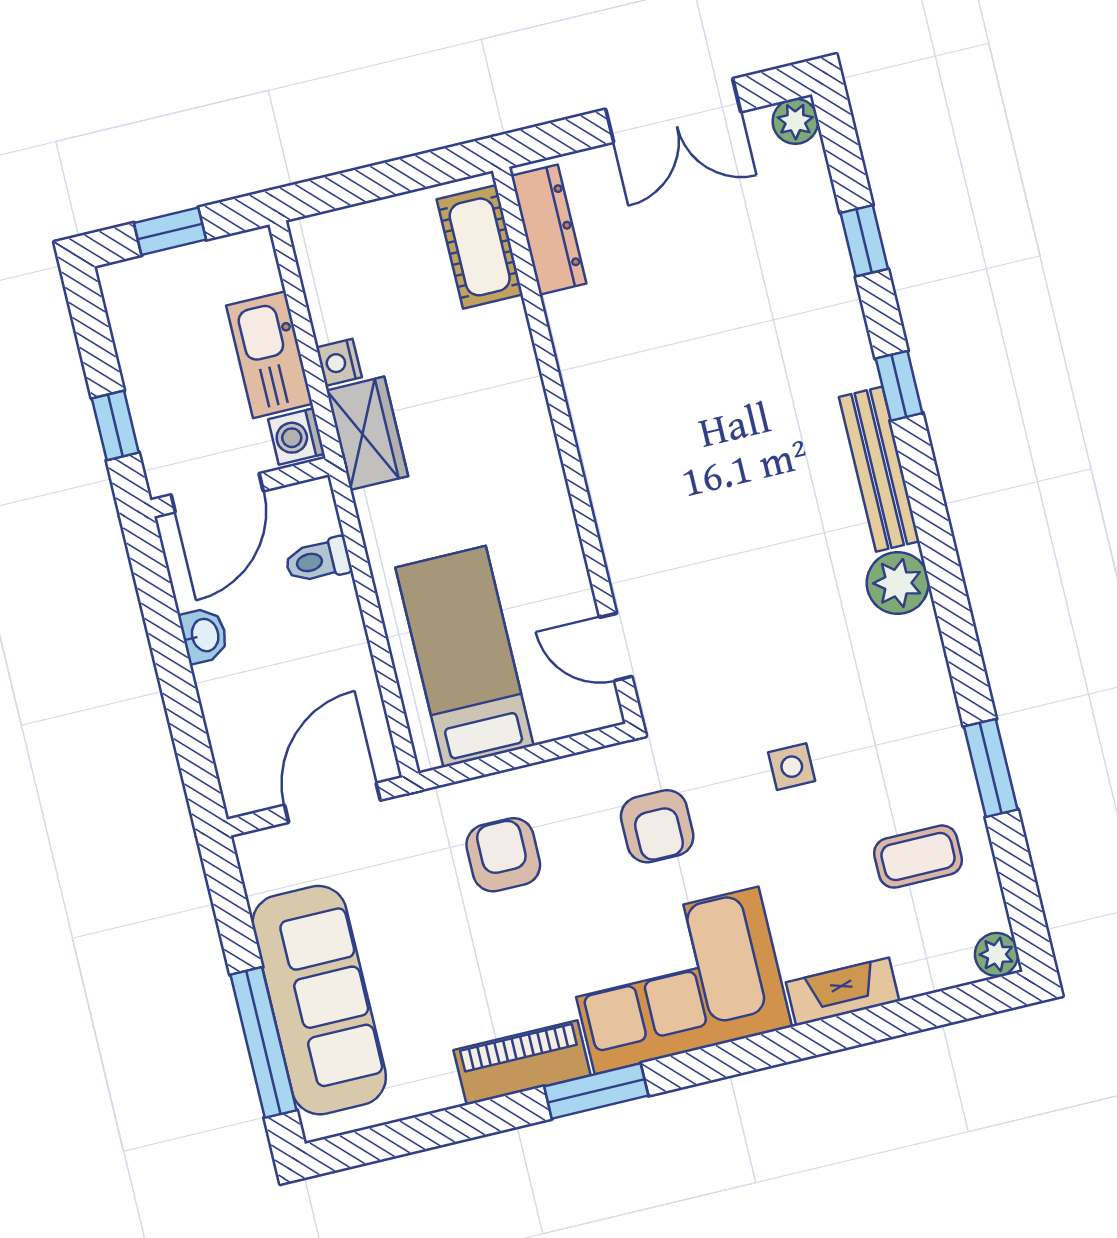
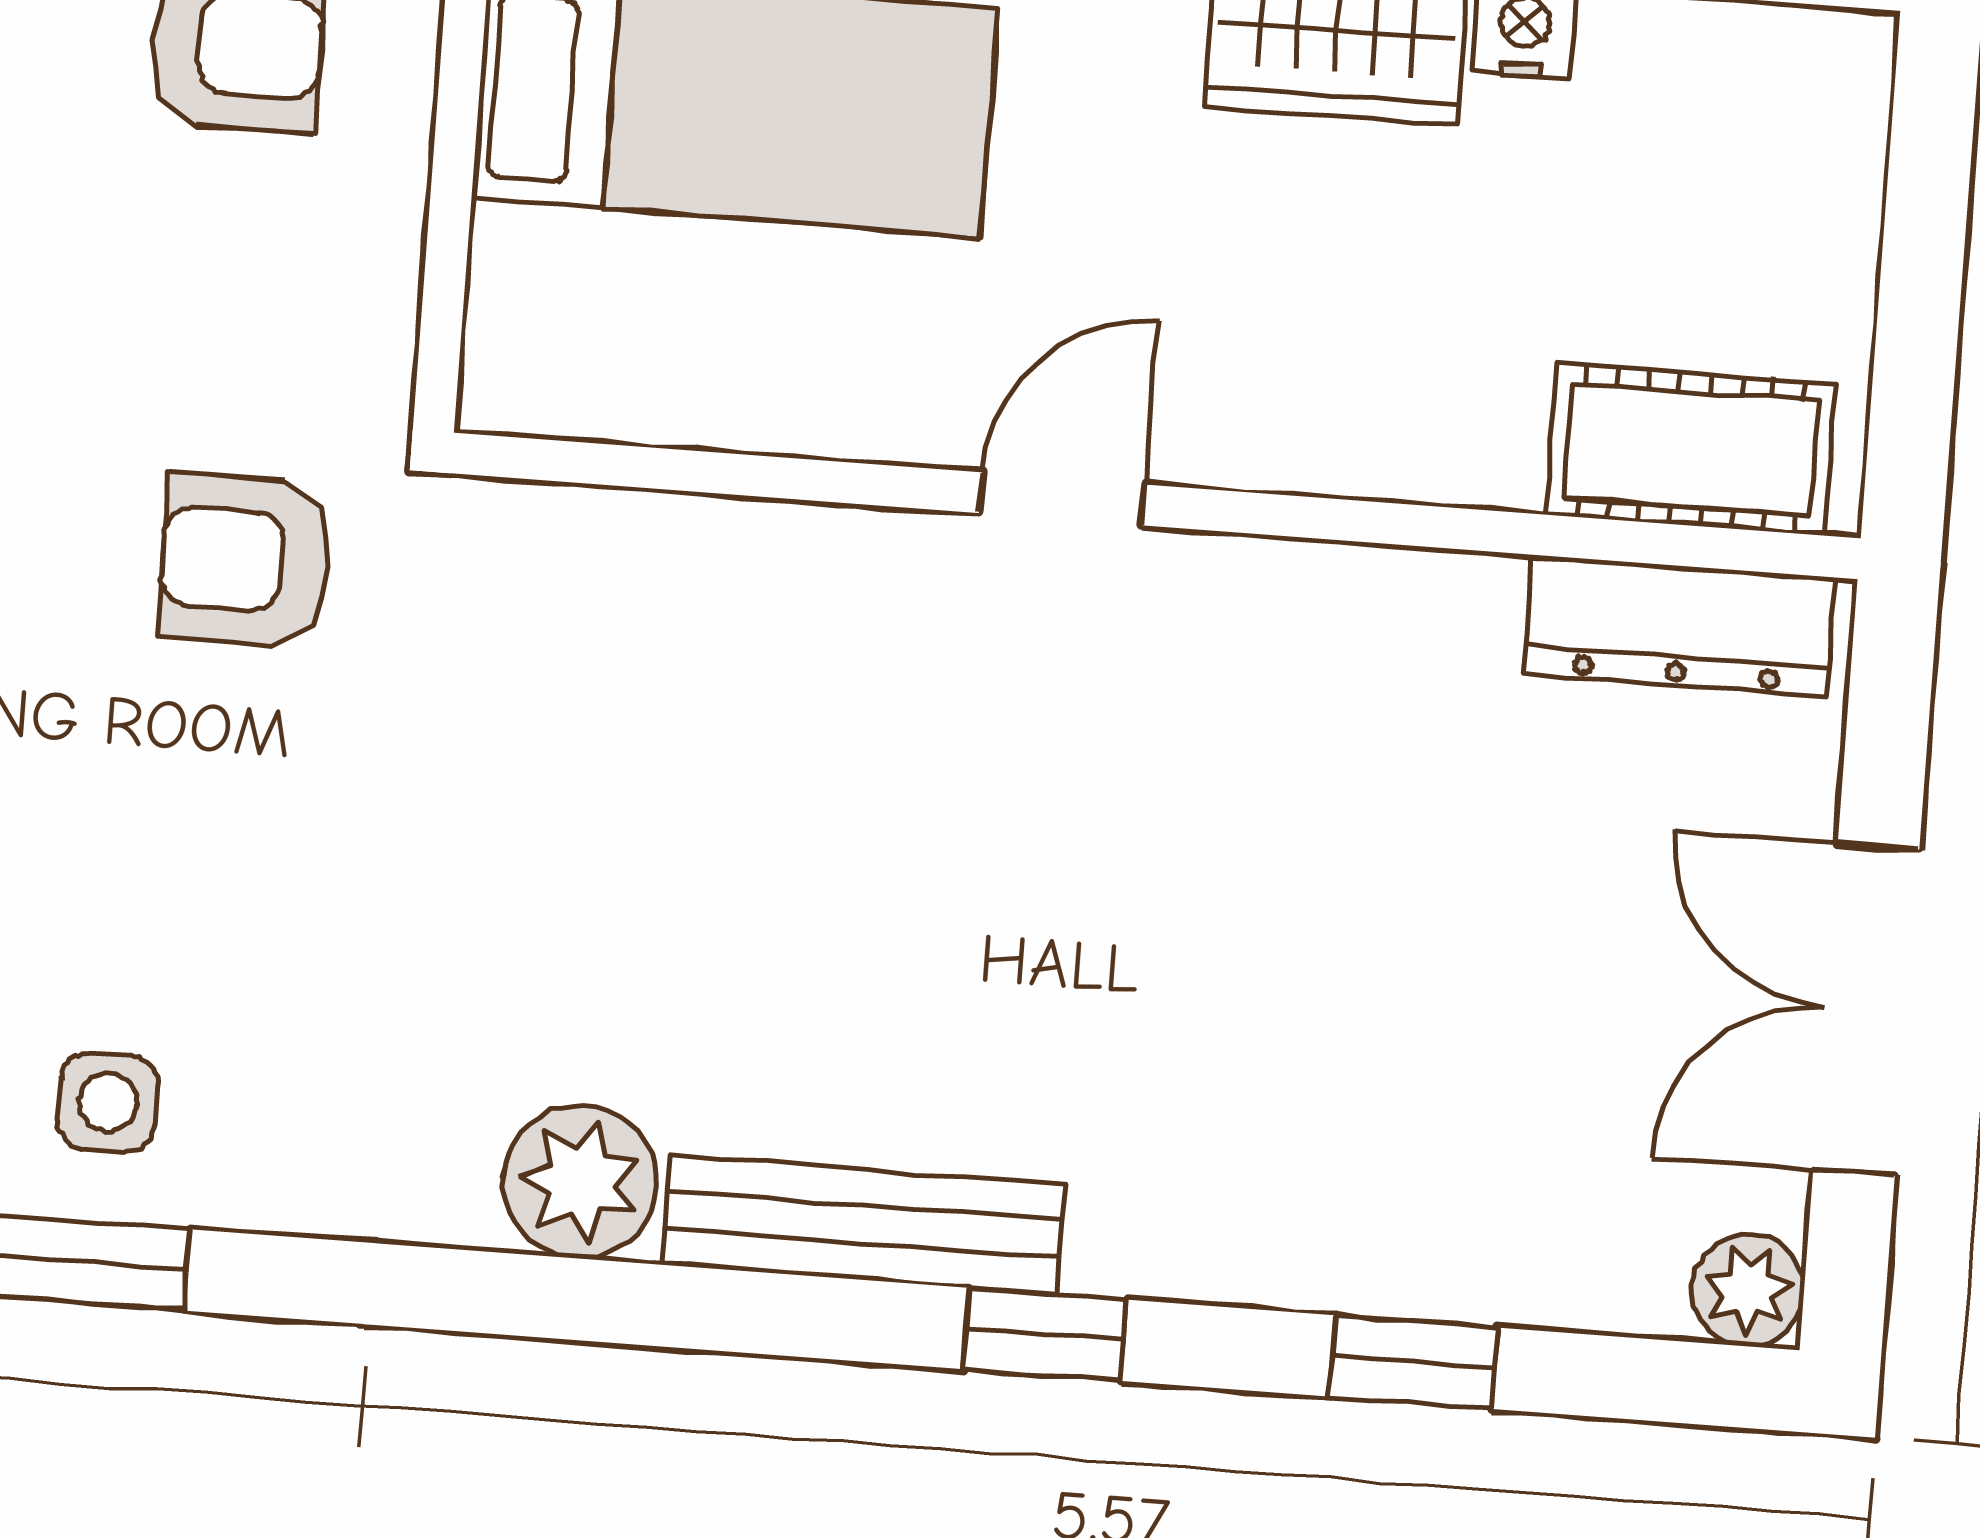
door: (616, 647) -> (1062, 499), moved
side table: (792, 767) -> (108, 1102), moved
armchair: (657, 826) -> (245, 560), moved

